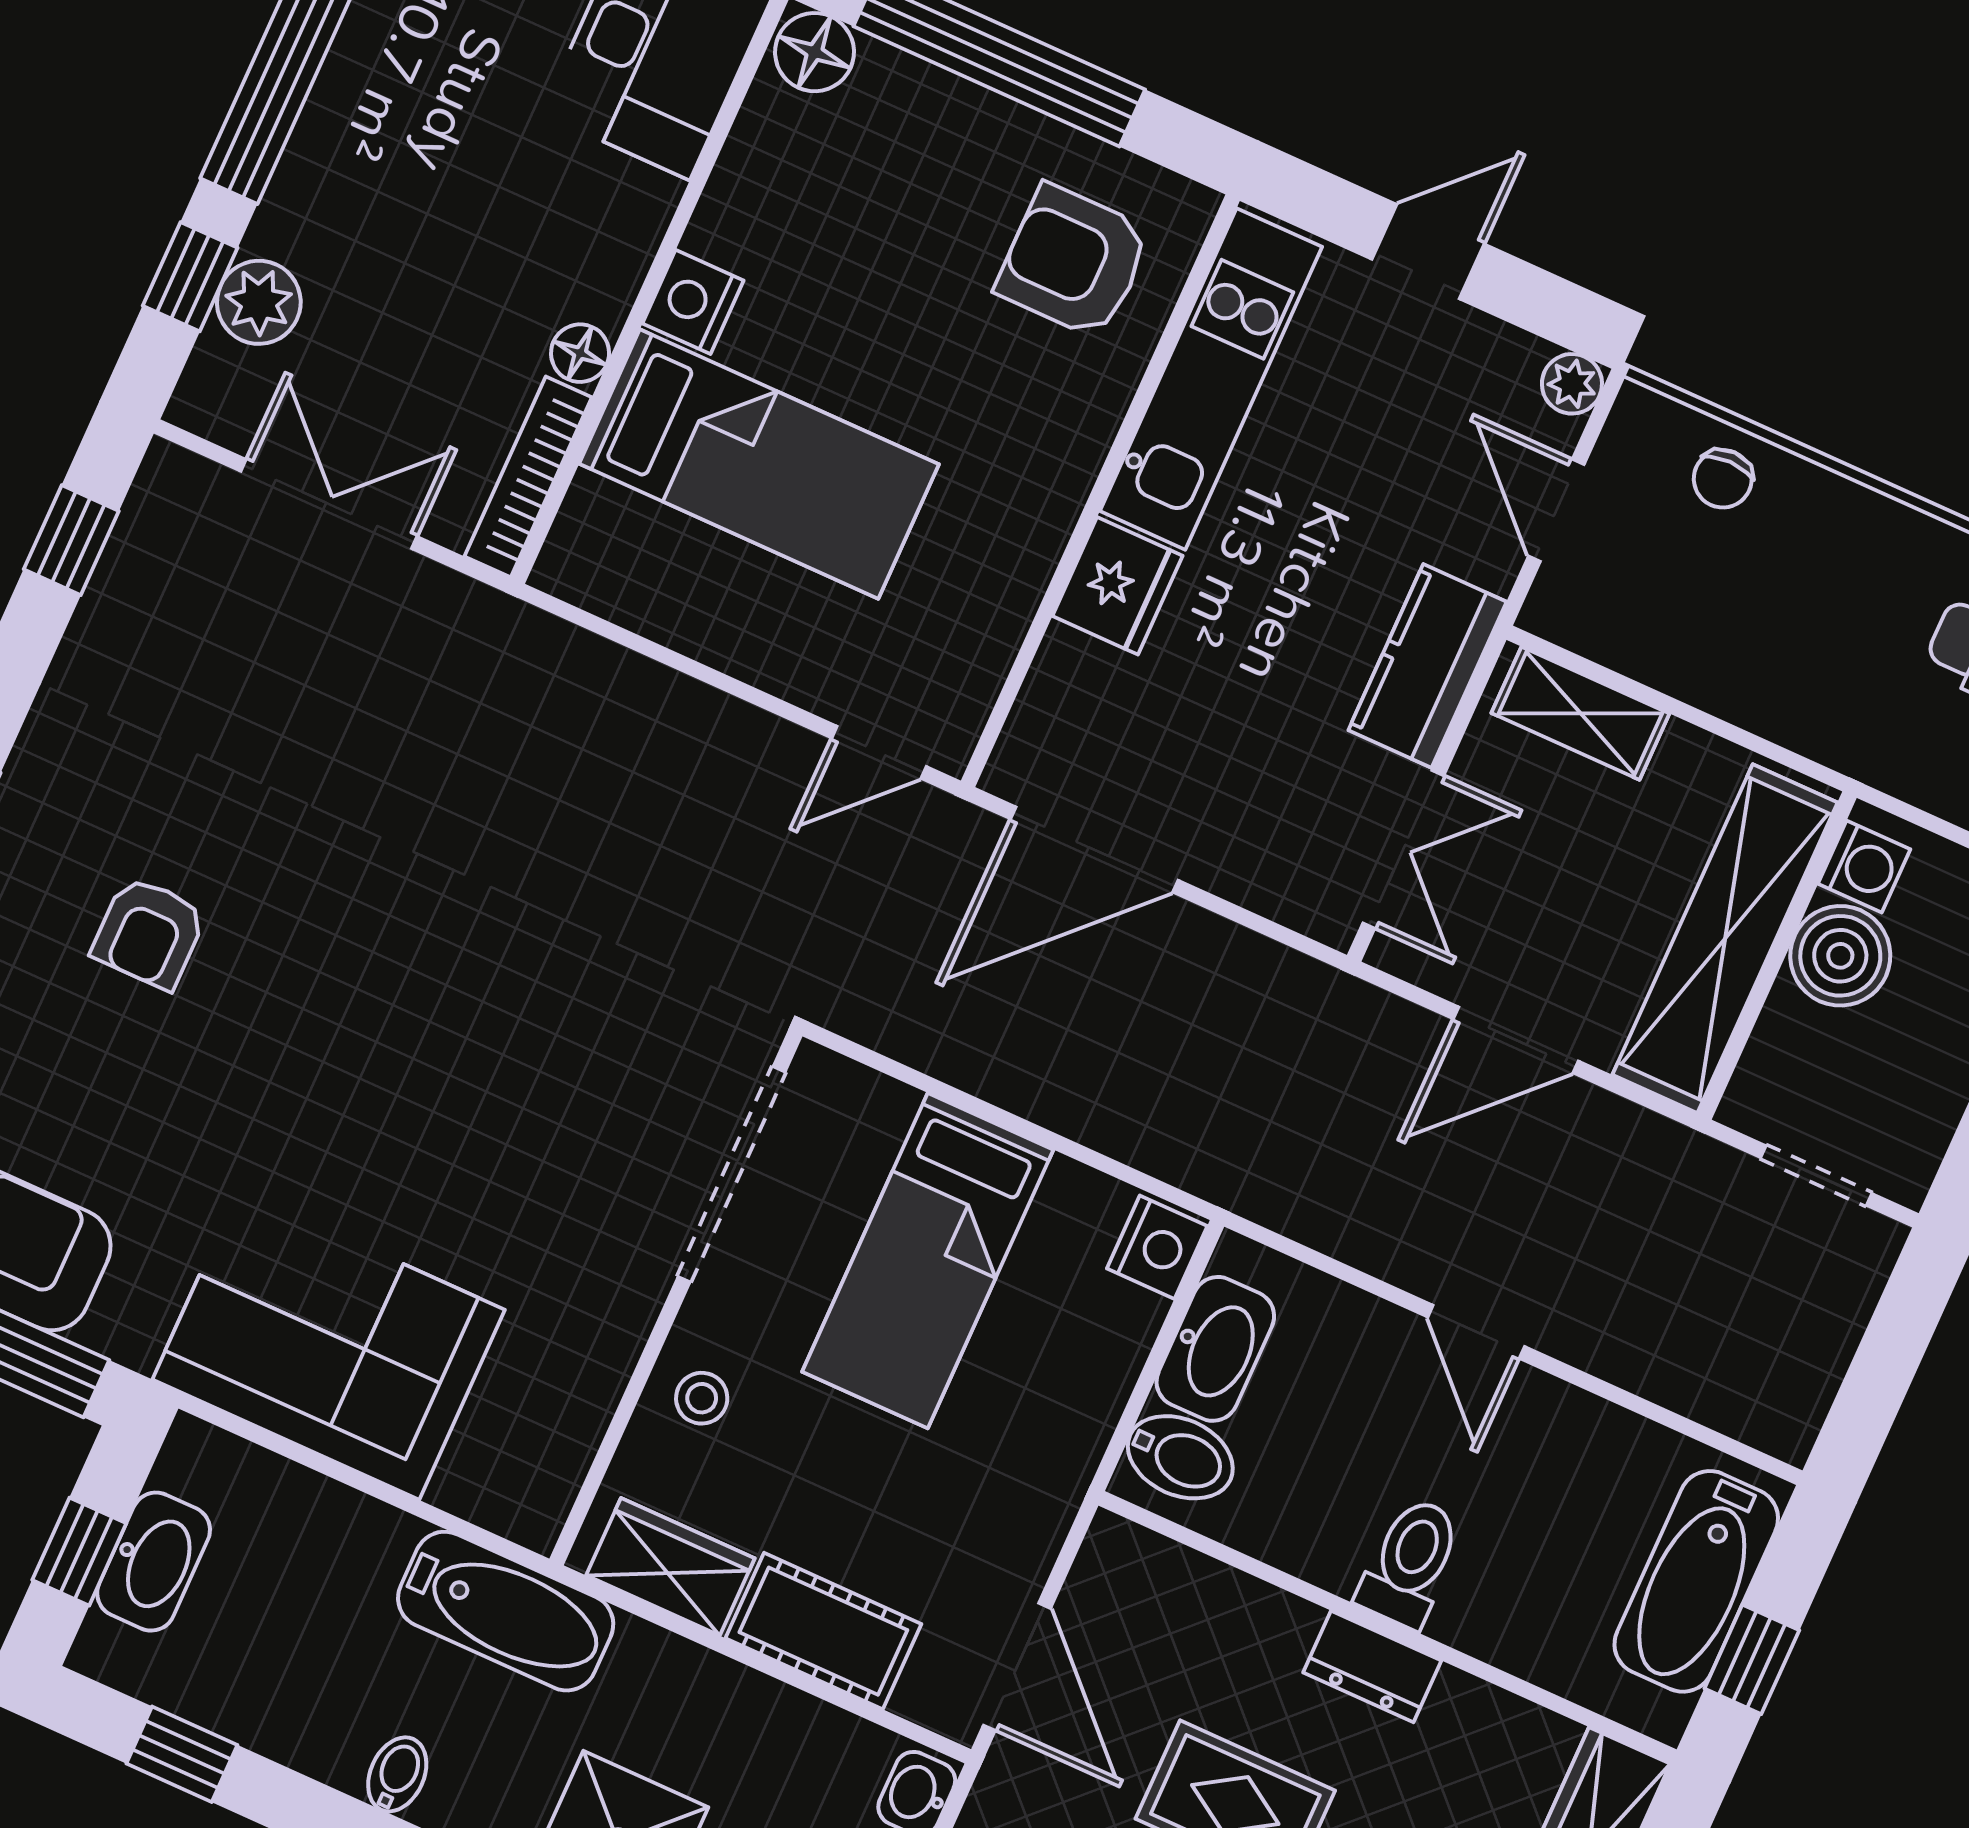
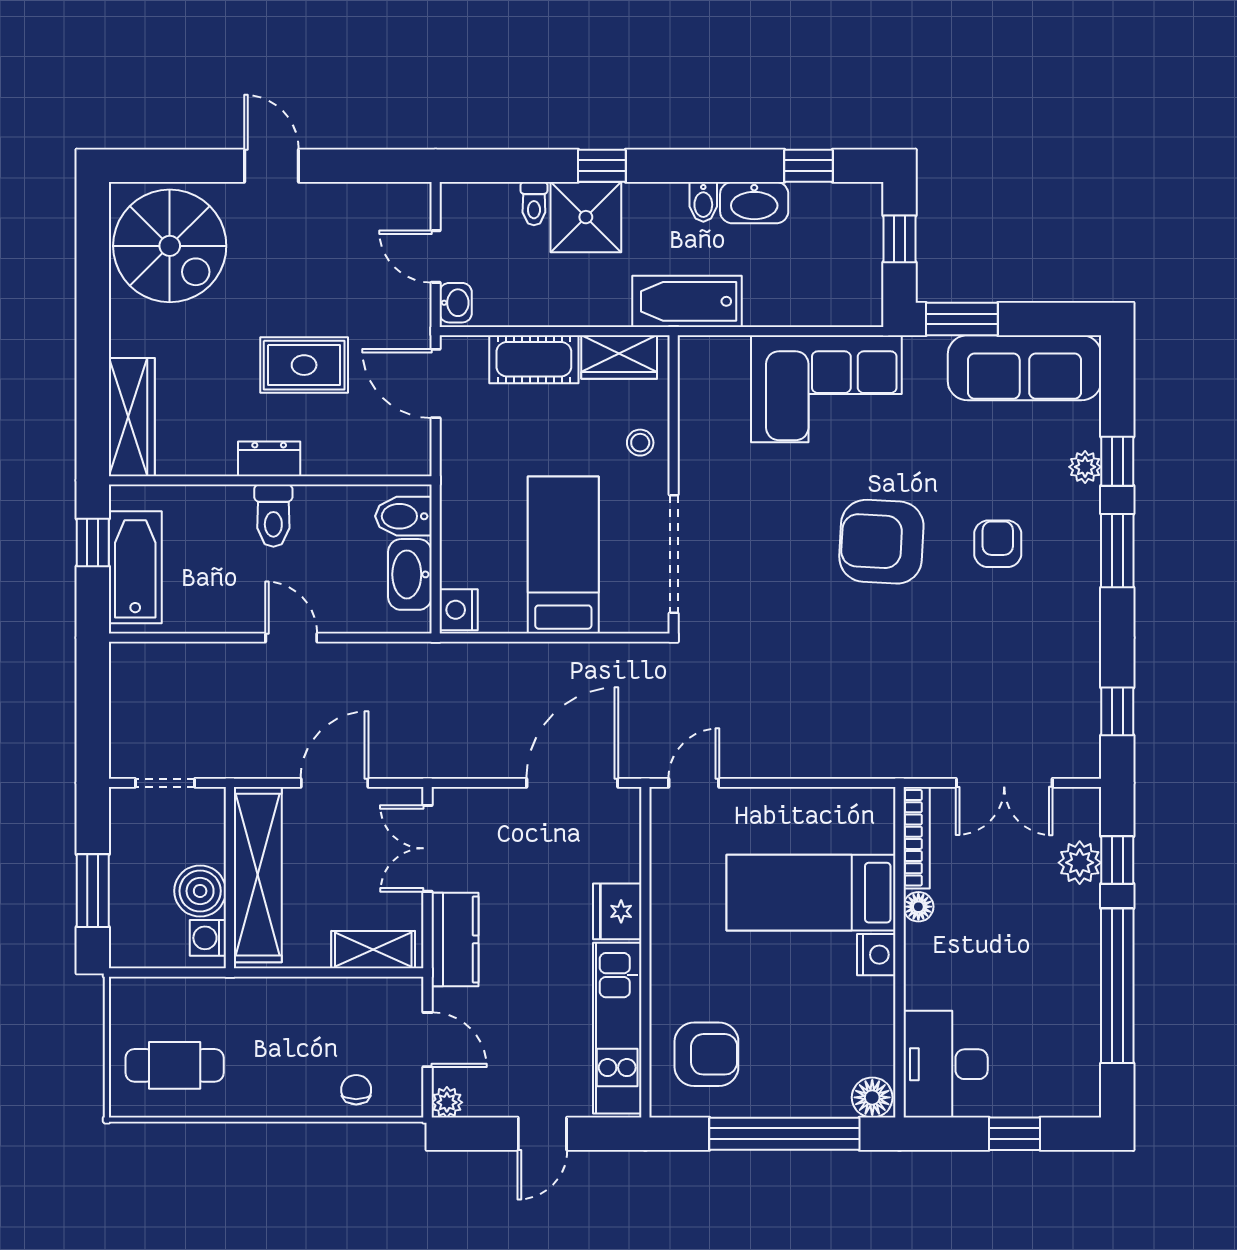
armchair: (353, 1030) -> (881, 542), added
washbasin: (154, 1562) -> (754, 203), moved, turned -90

